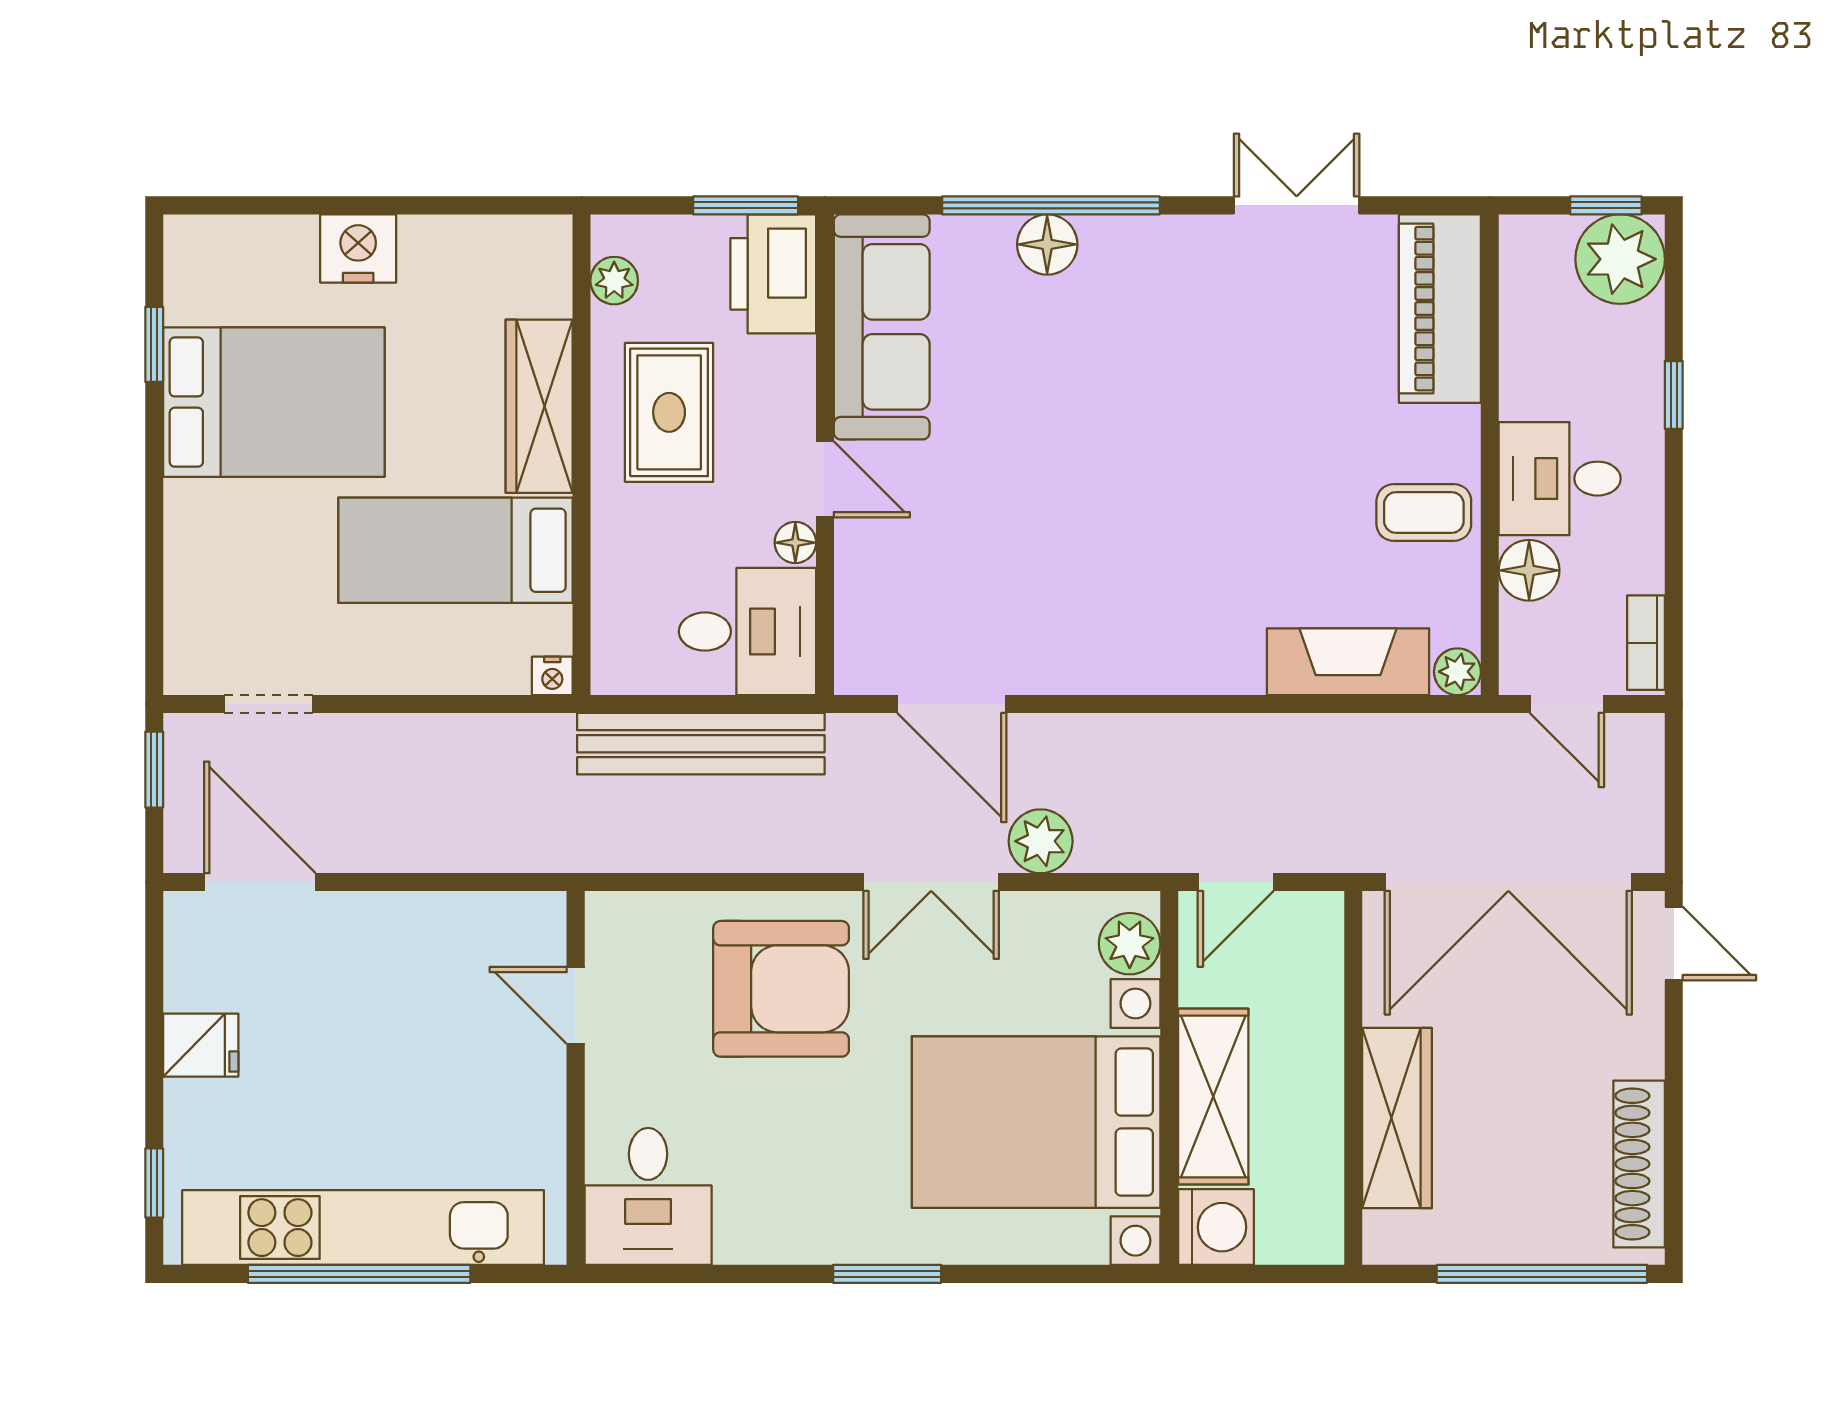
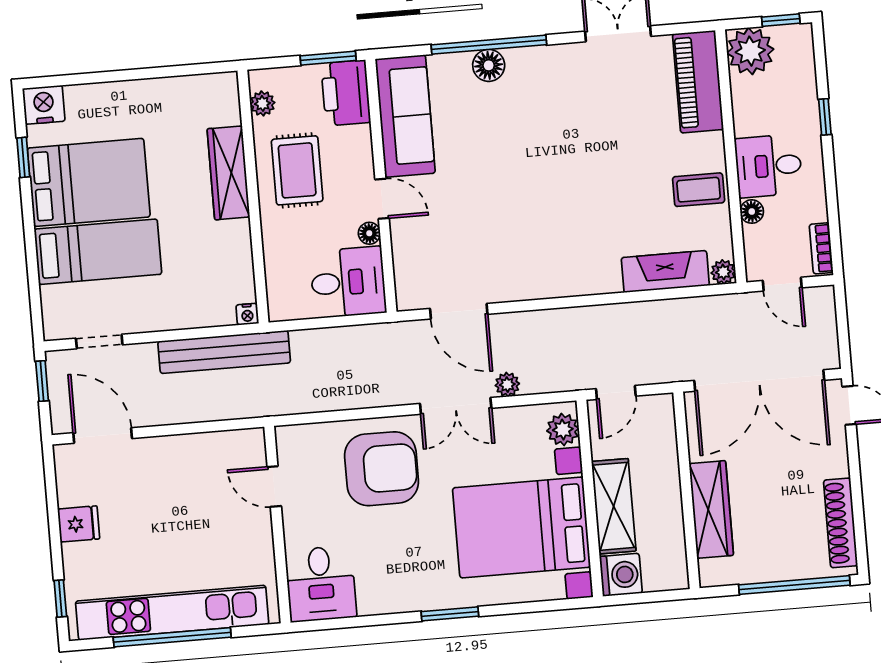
nightstand: (358, 248) -> (44, 105), moved
plant: (1620, 259) -> (750, 51), moved
bed: (456, 550) -> (98, 252), moved, turned 180
floor lamp: (1529, 570) -> (752, 212), width x0.73, depth x0.73
bench: (701, 744) -> (224, 352), moved
plant: (1041, 841) -> (507, 385), width x0.73, depth x0.73

